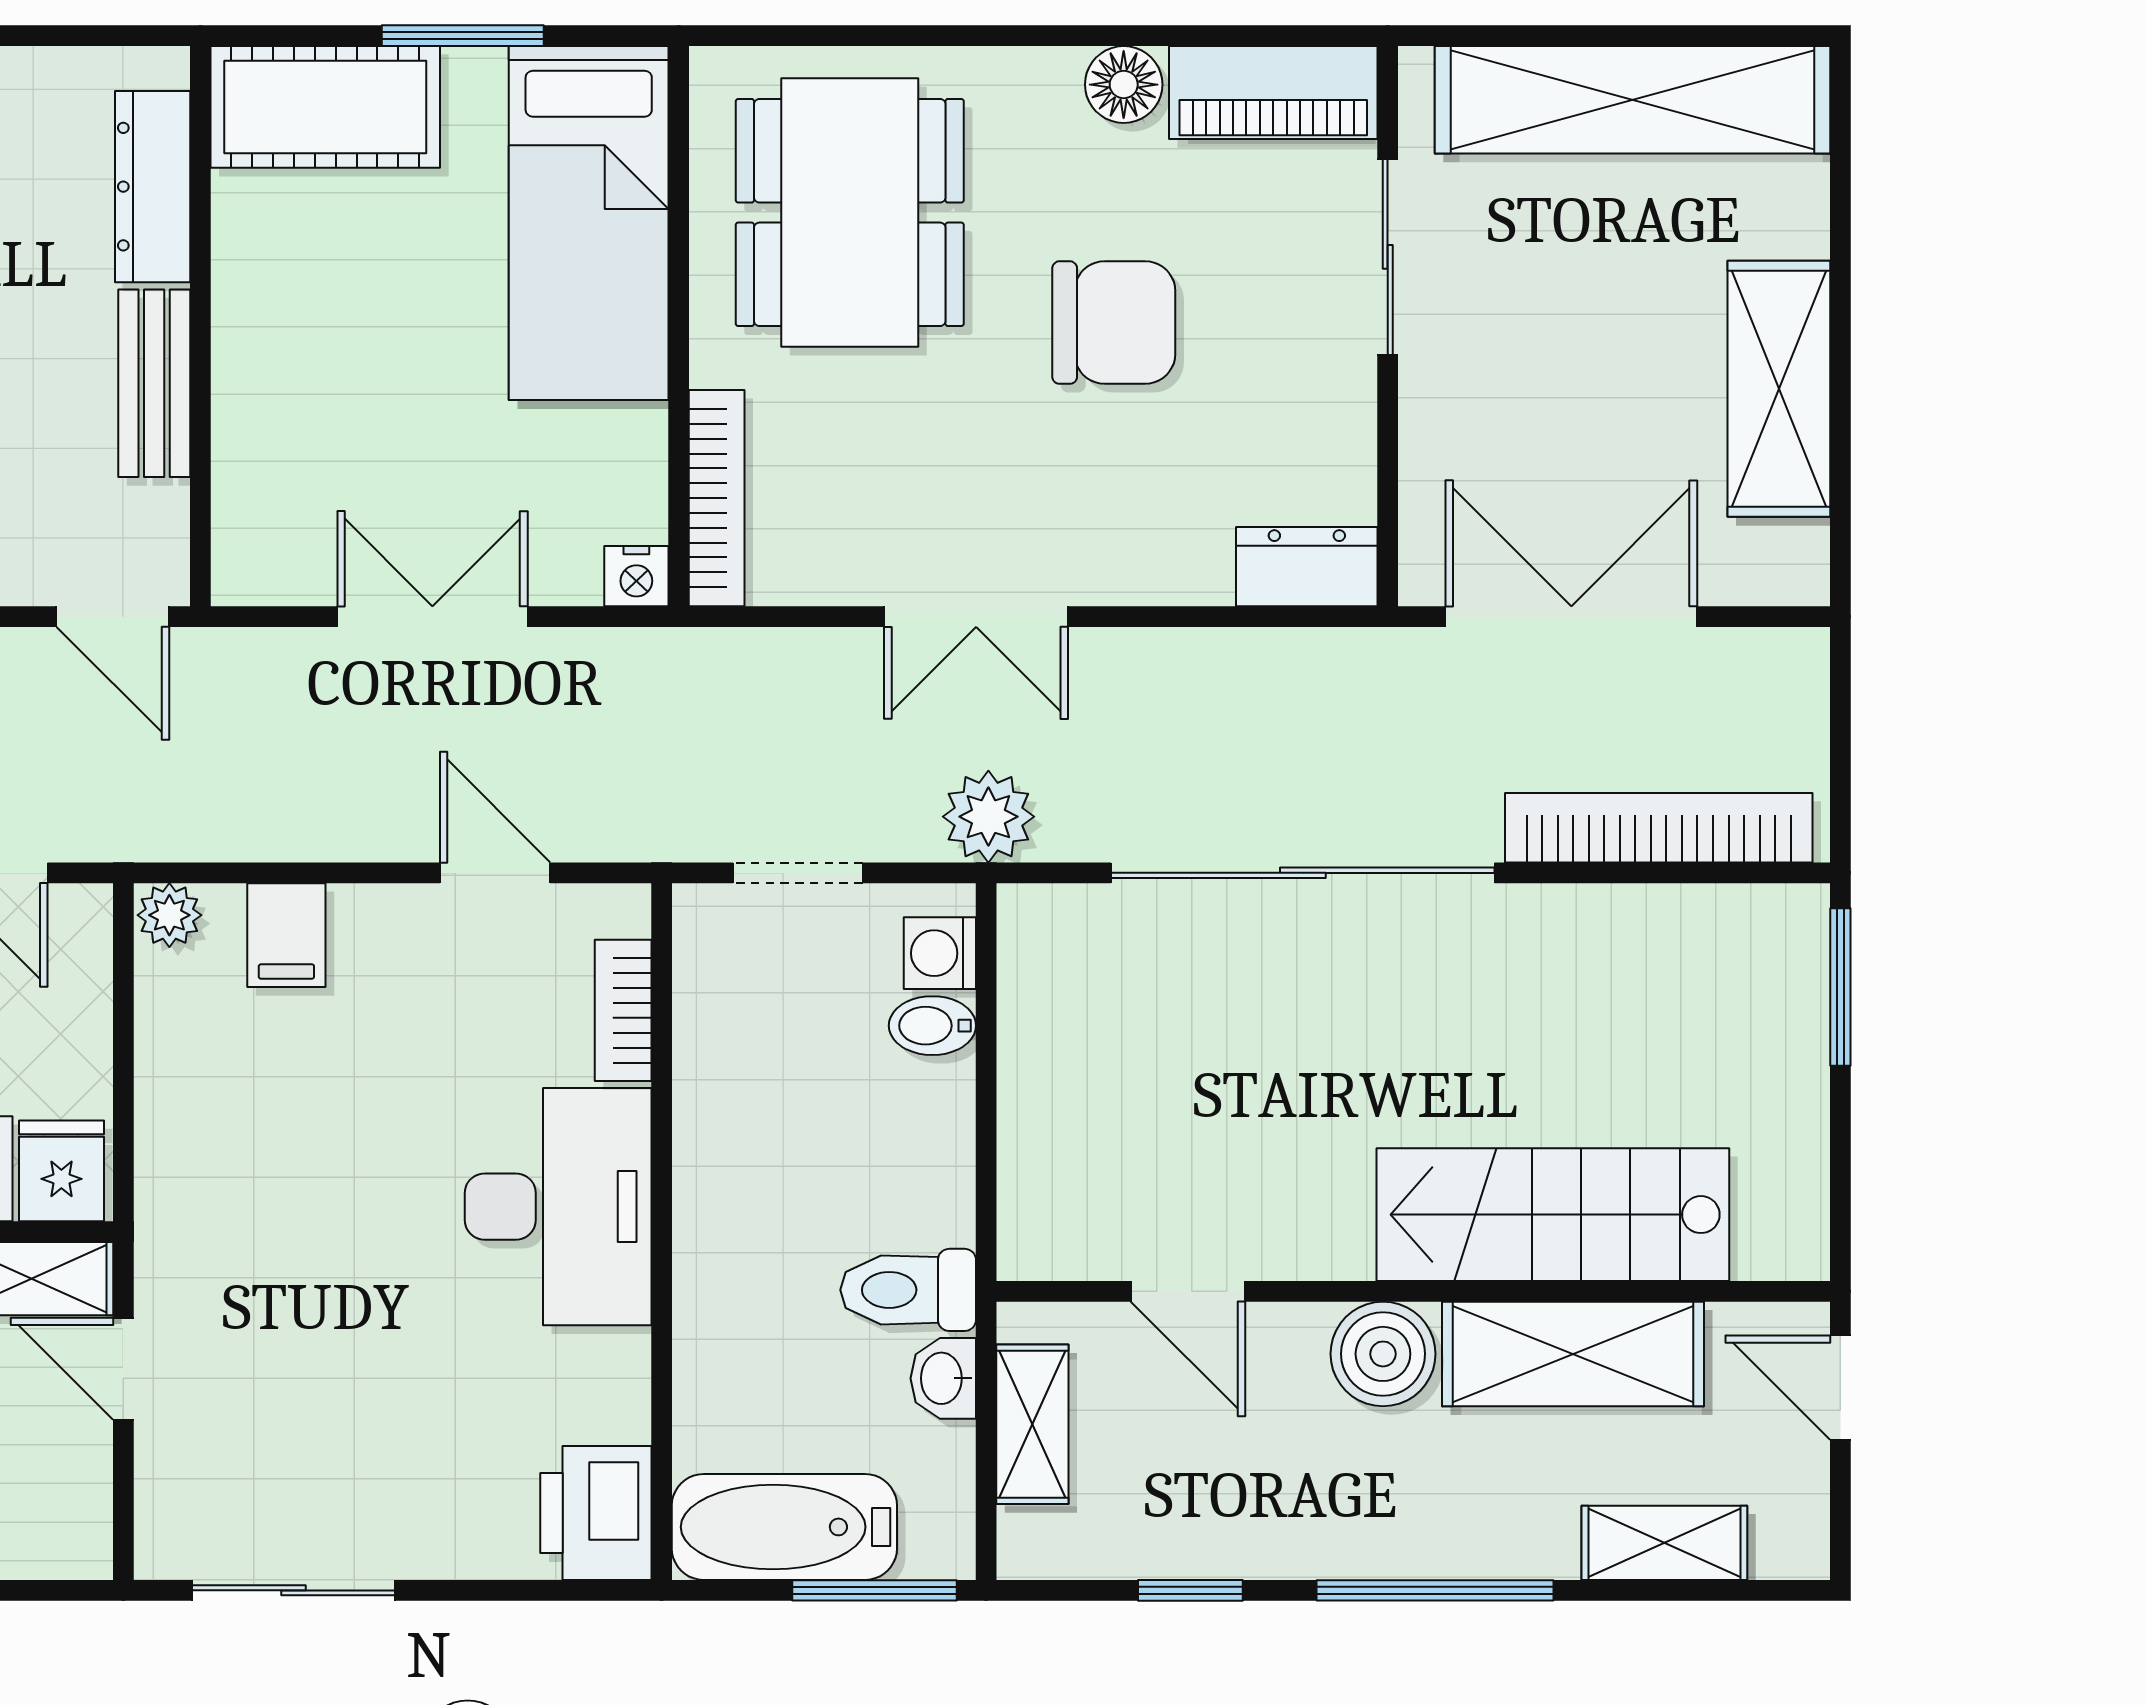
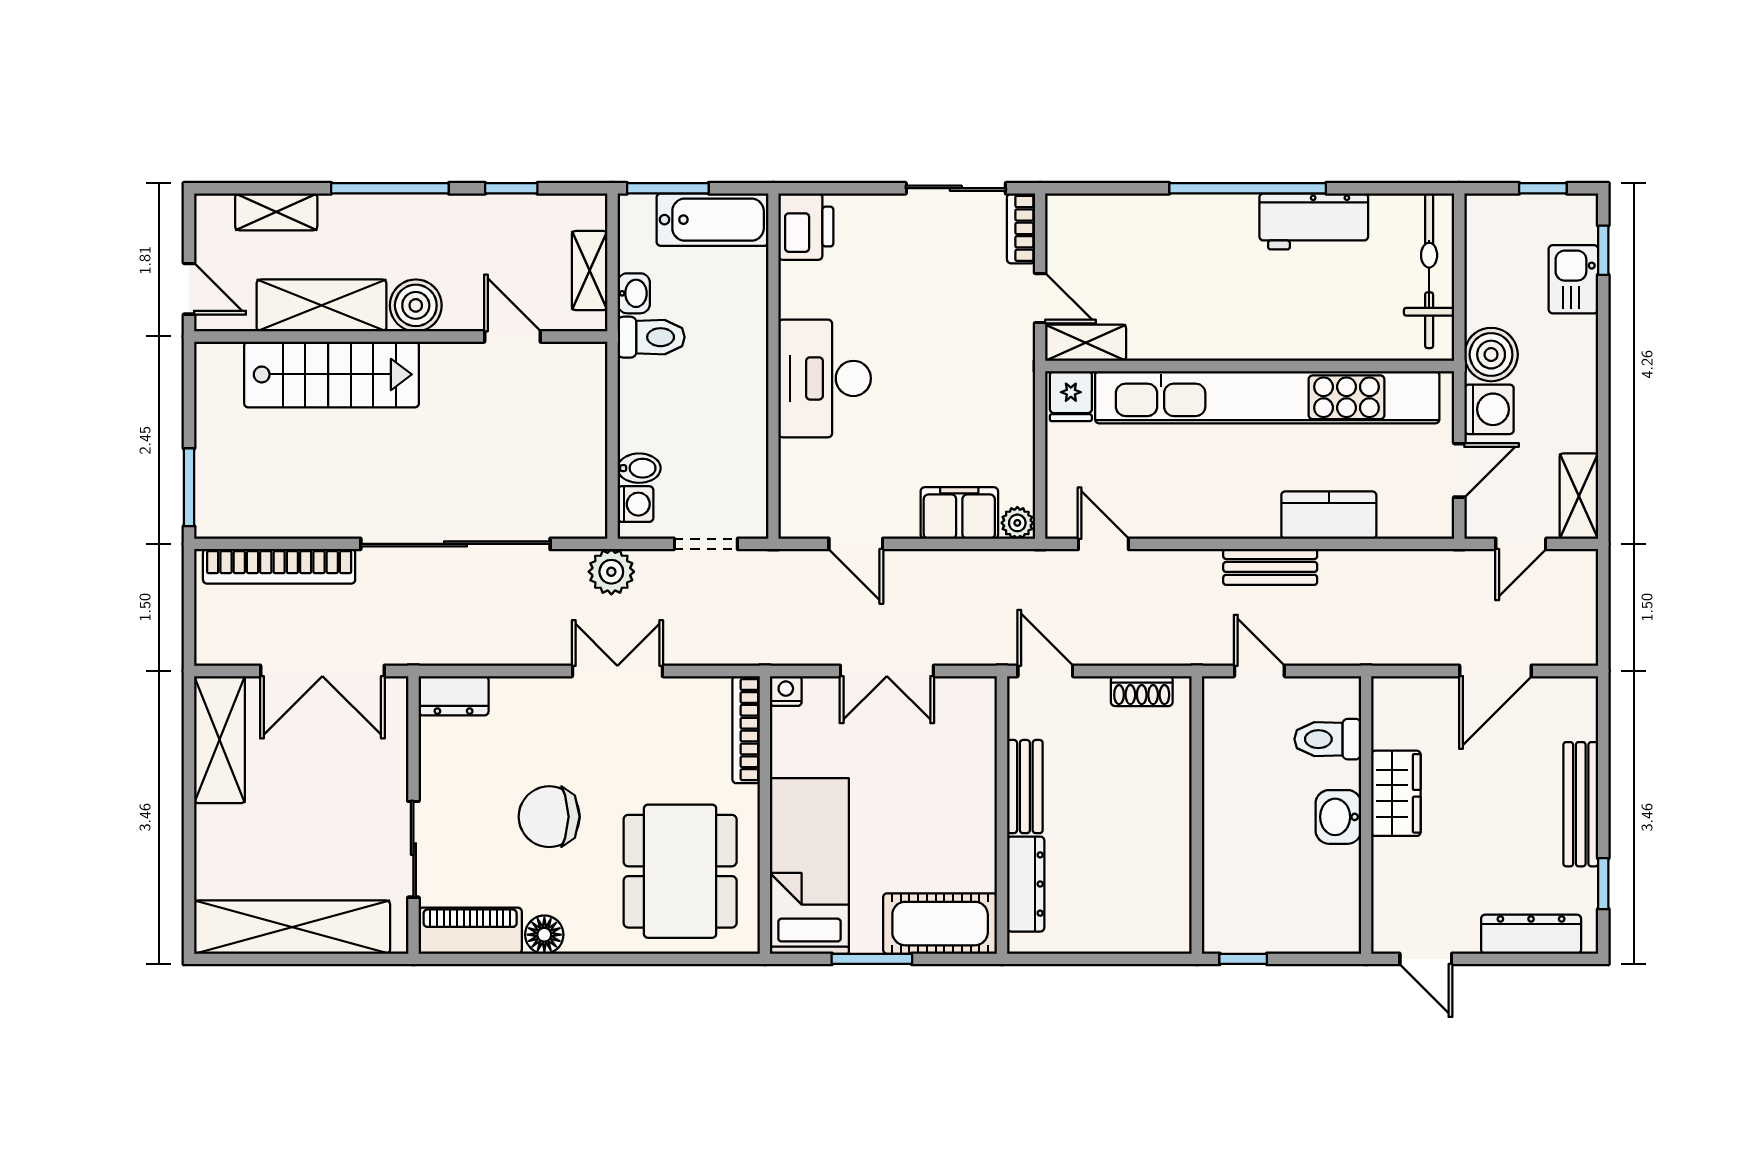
shelving: (1779, 389) -> (220, 740), moved
filing cabinet: (286, 935) -> (959, 513), width x2.00
bookcase: (623, 1010) -> (1021, 228), moved, turned 180

